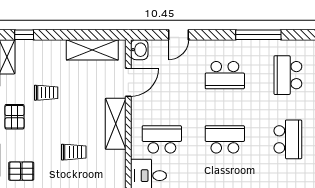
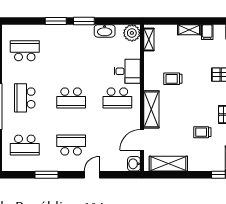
door: (178, 35) -> (92, 175), moved
window: (258, 35) -> (46, 175), width x0.69
school desk: (288, 75) -> (25, 145), turned 90
trolley: (74, 152) -> (173, 79), moved

